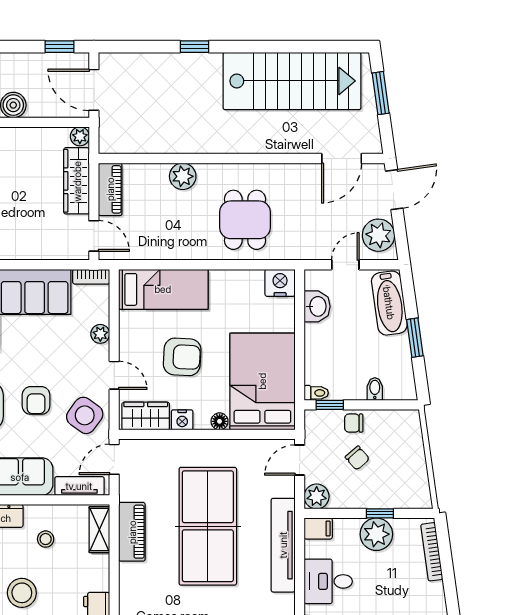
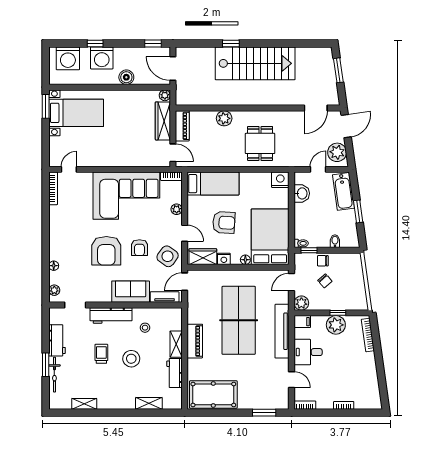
stairs: (292, 81) -> (255, 63), moved
shelving: (99, 530) -> (176, 344), moved
piano: (132, 532) -> (195, 341), moved

